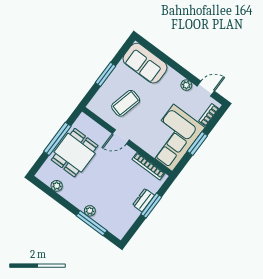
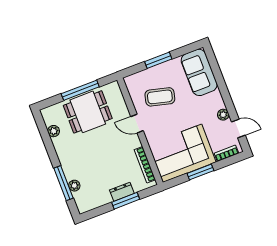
plant: (90, 211) -> (74, 186), moved

